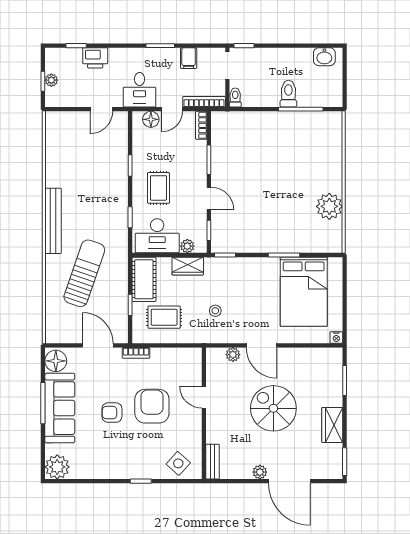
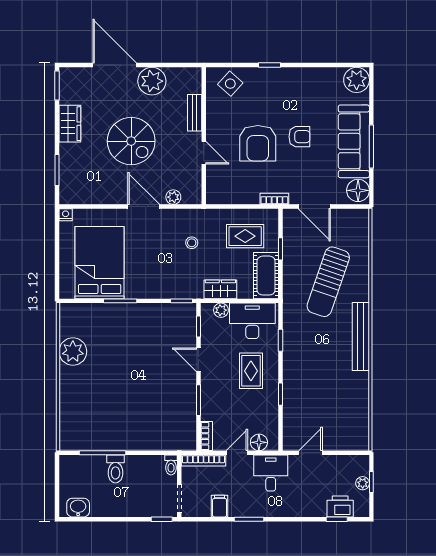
printer: (95, 58) -> (340, 506), moved
bench: (213, 462) -> (195, 113), moved
plant: (260, 472) -> (152, 81), width x1.87, depth x1.87

